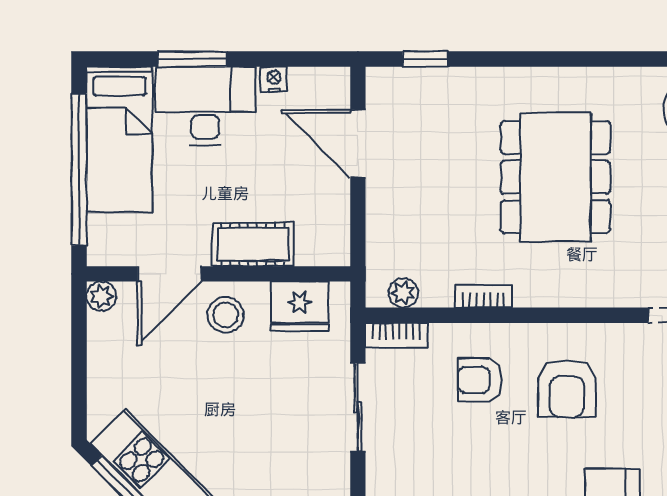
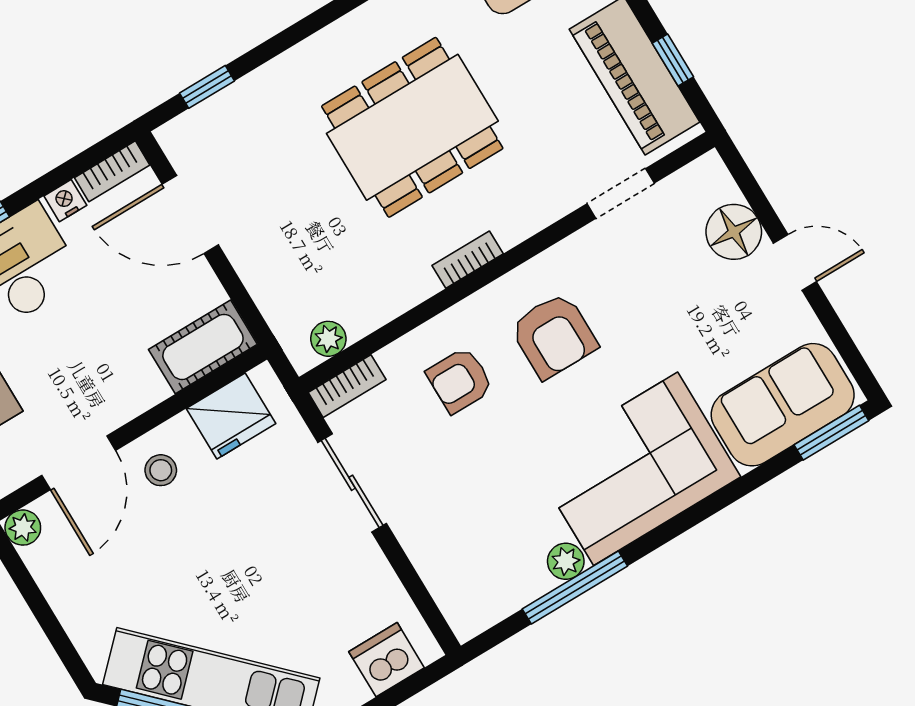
bookcase: (320, 79) -> (112, 171), added
dining table: (555, 177) -> (412, 127), turned 90
cot: (253, 244) -> (203, 347), moved
bookcase: (484, 296) -> (468, 260), moved
stool: (226, 315) -> (161, 470), width x0.73, depth x0.73

